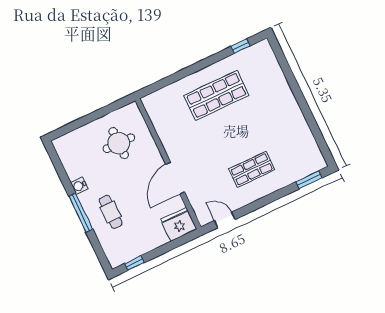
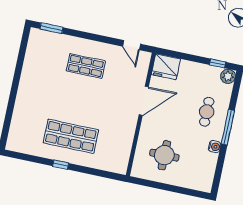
window: (240, 46) -> (61, 165), moved
plant: (116, 259) -> (228, 76), added

